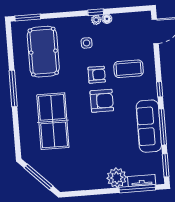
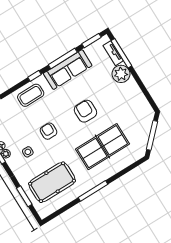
window: (28, 18) -> (24, 196), moved
coffee table: (129, 69) -> (31, 95), moved, turned 90
armchair: (102, 101) -> (85, 111), moved

